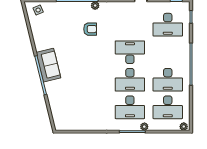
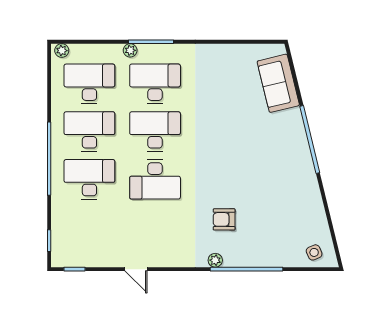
desk: (168, 25) -> (89, 179), moved
sofa: (48, 65) -> (278, 83), moved

